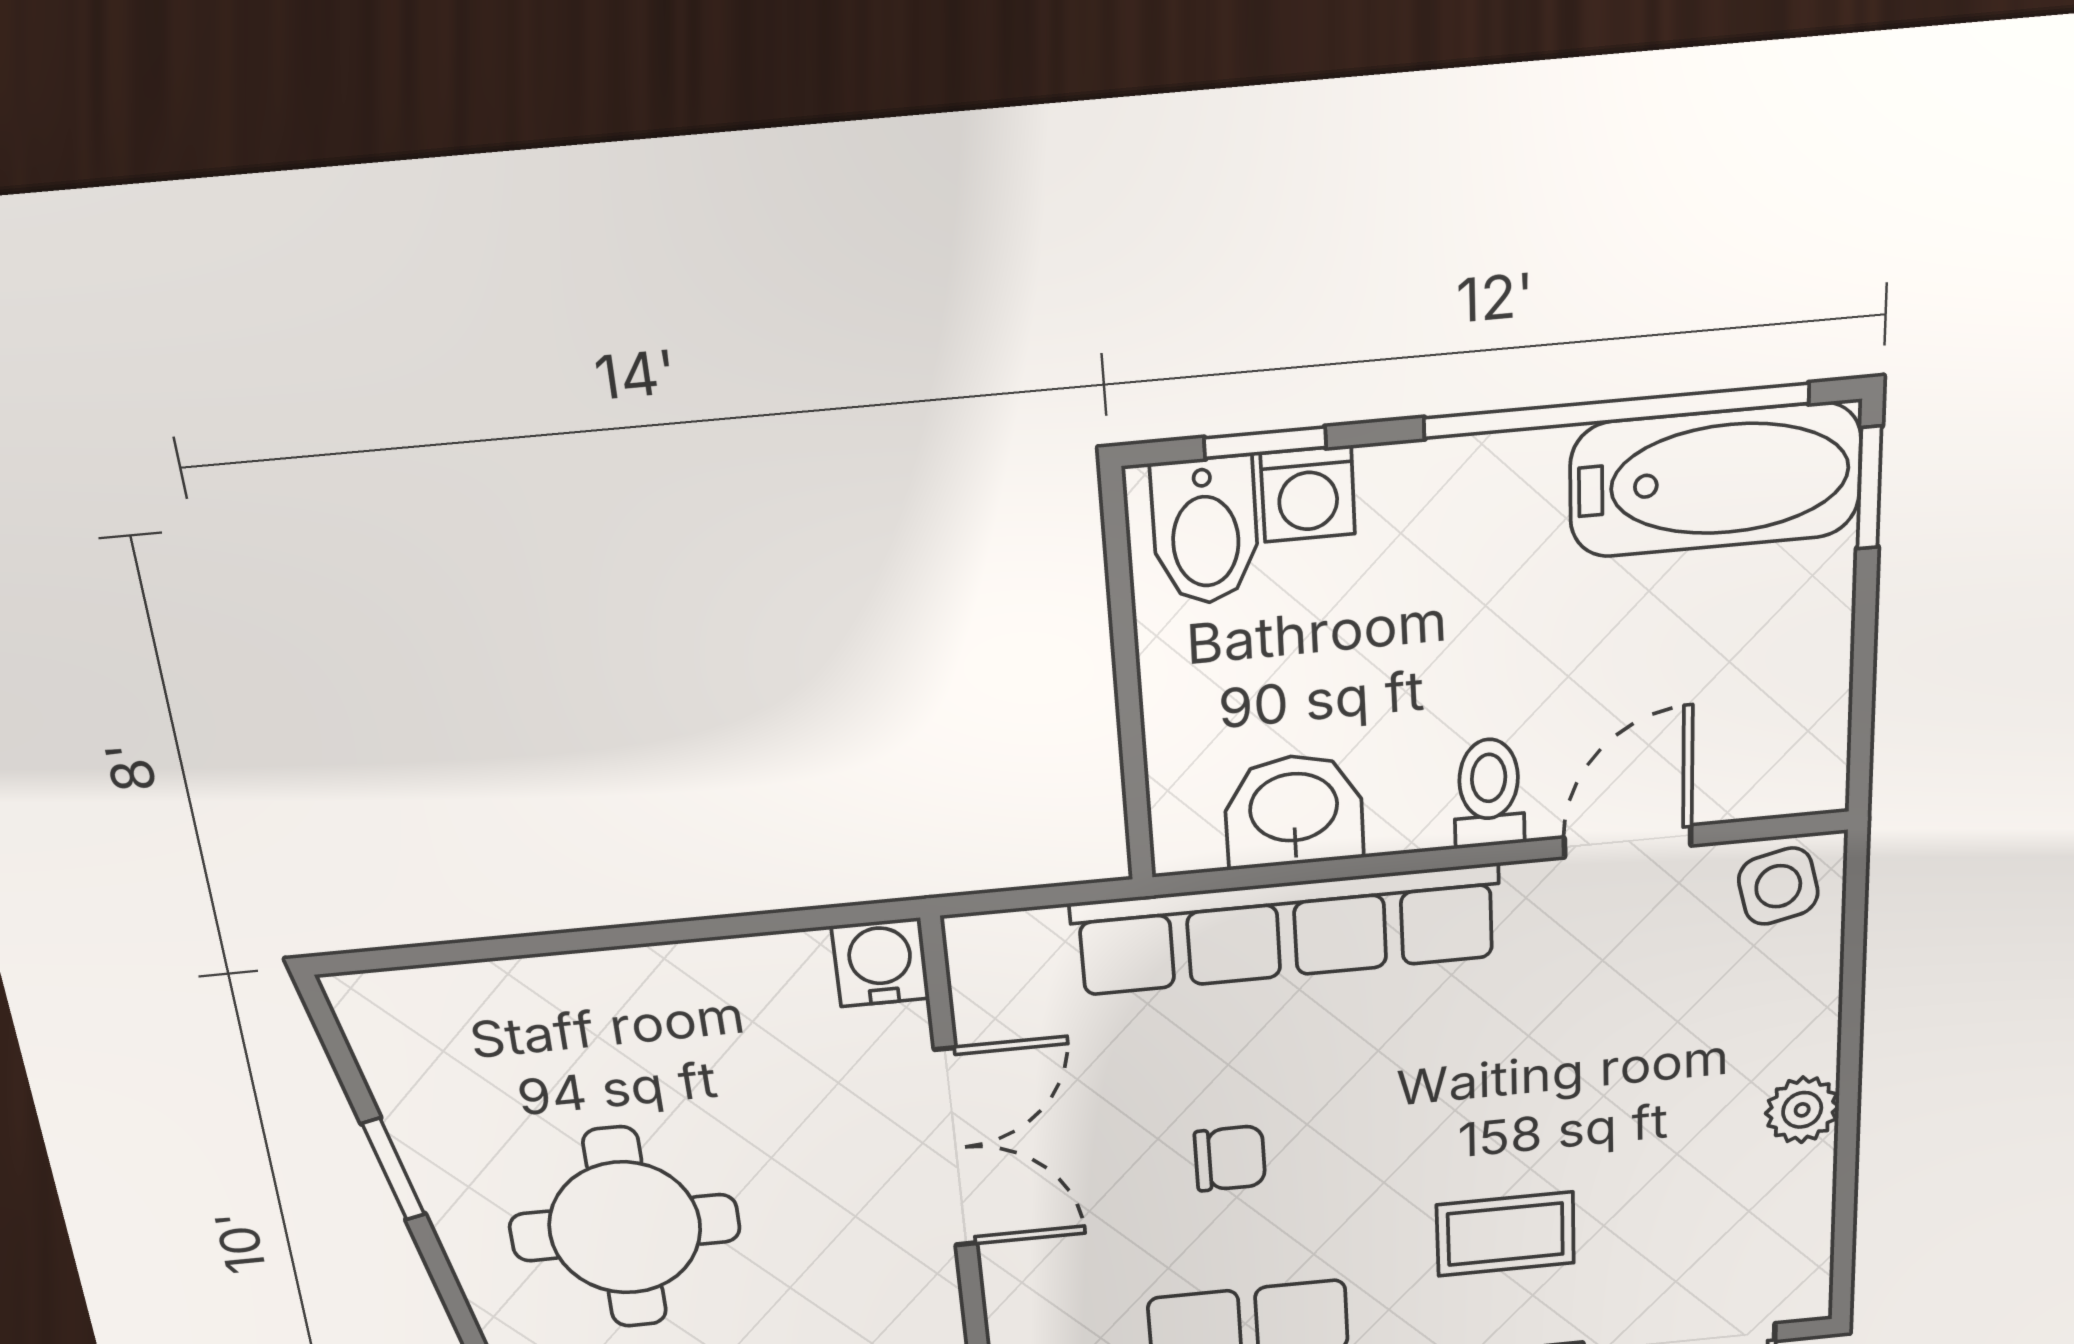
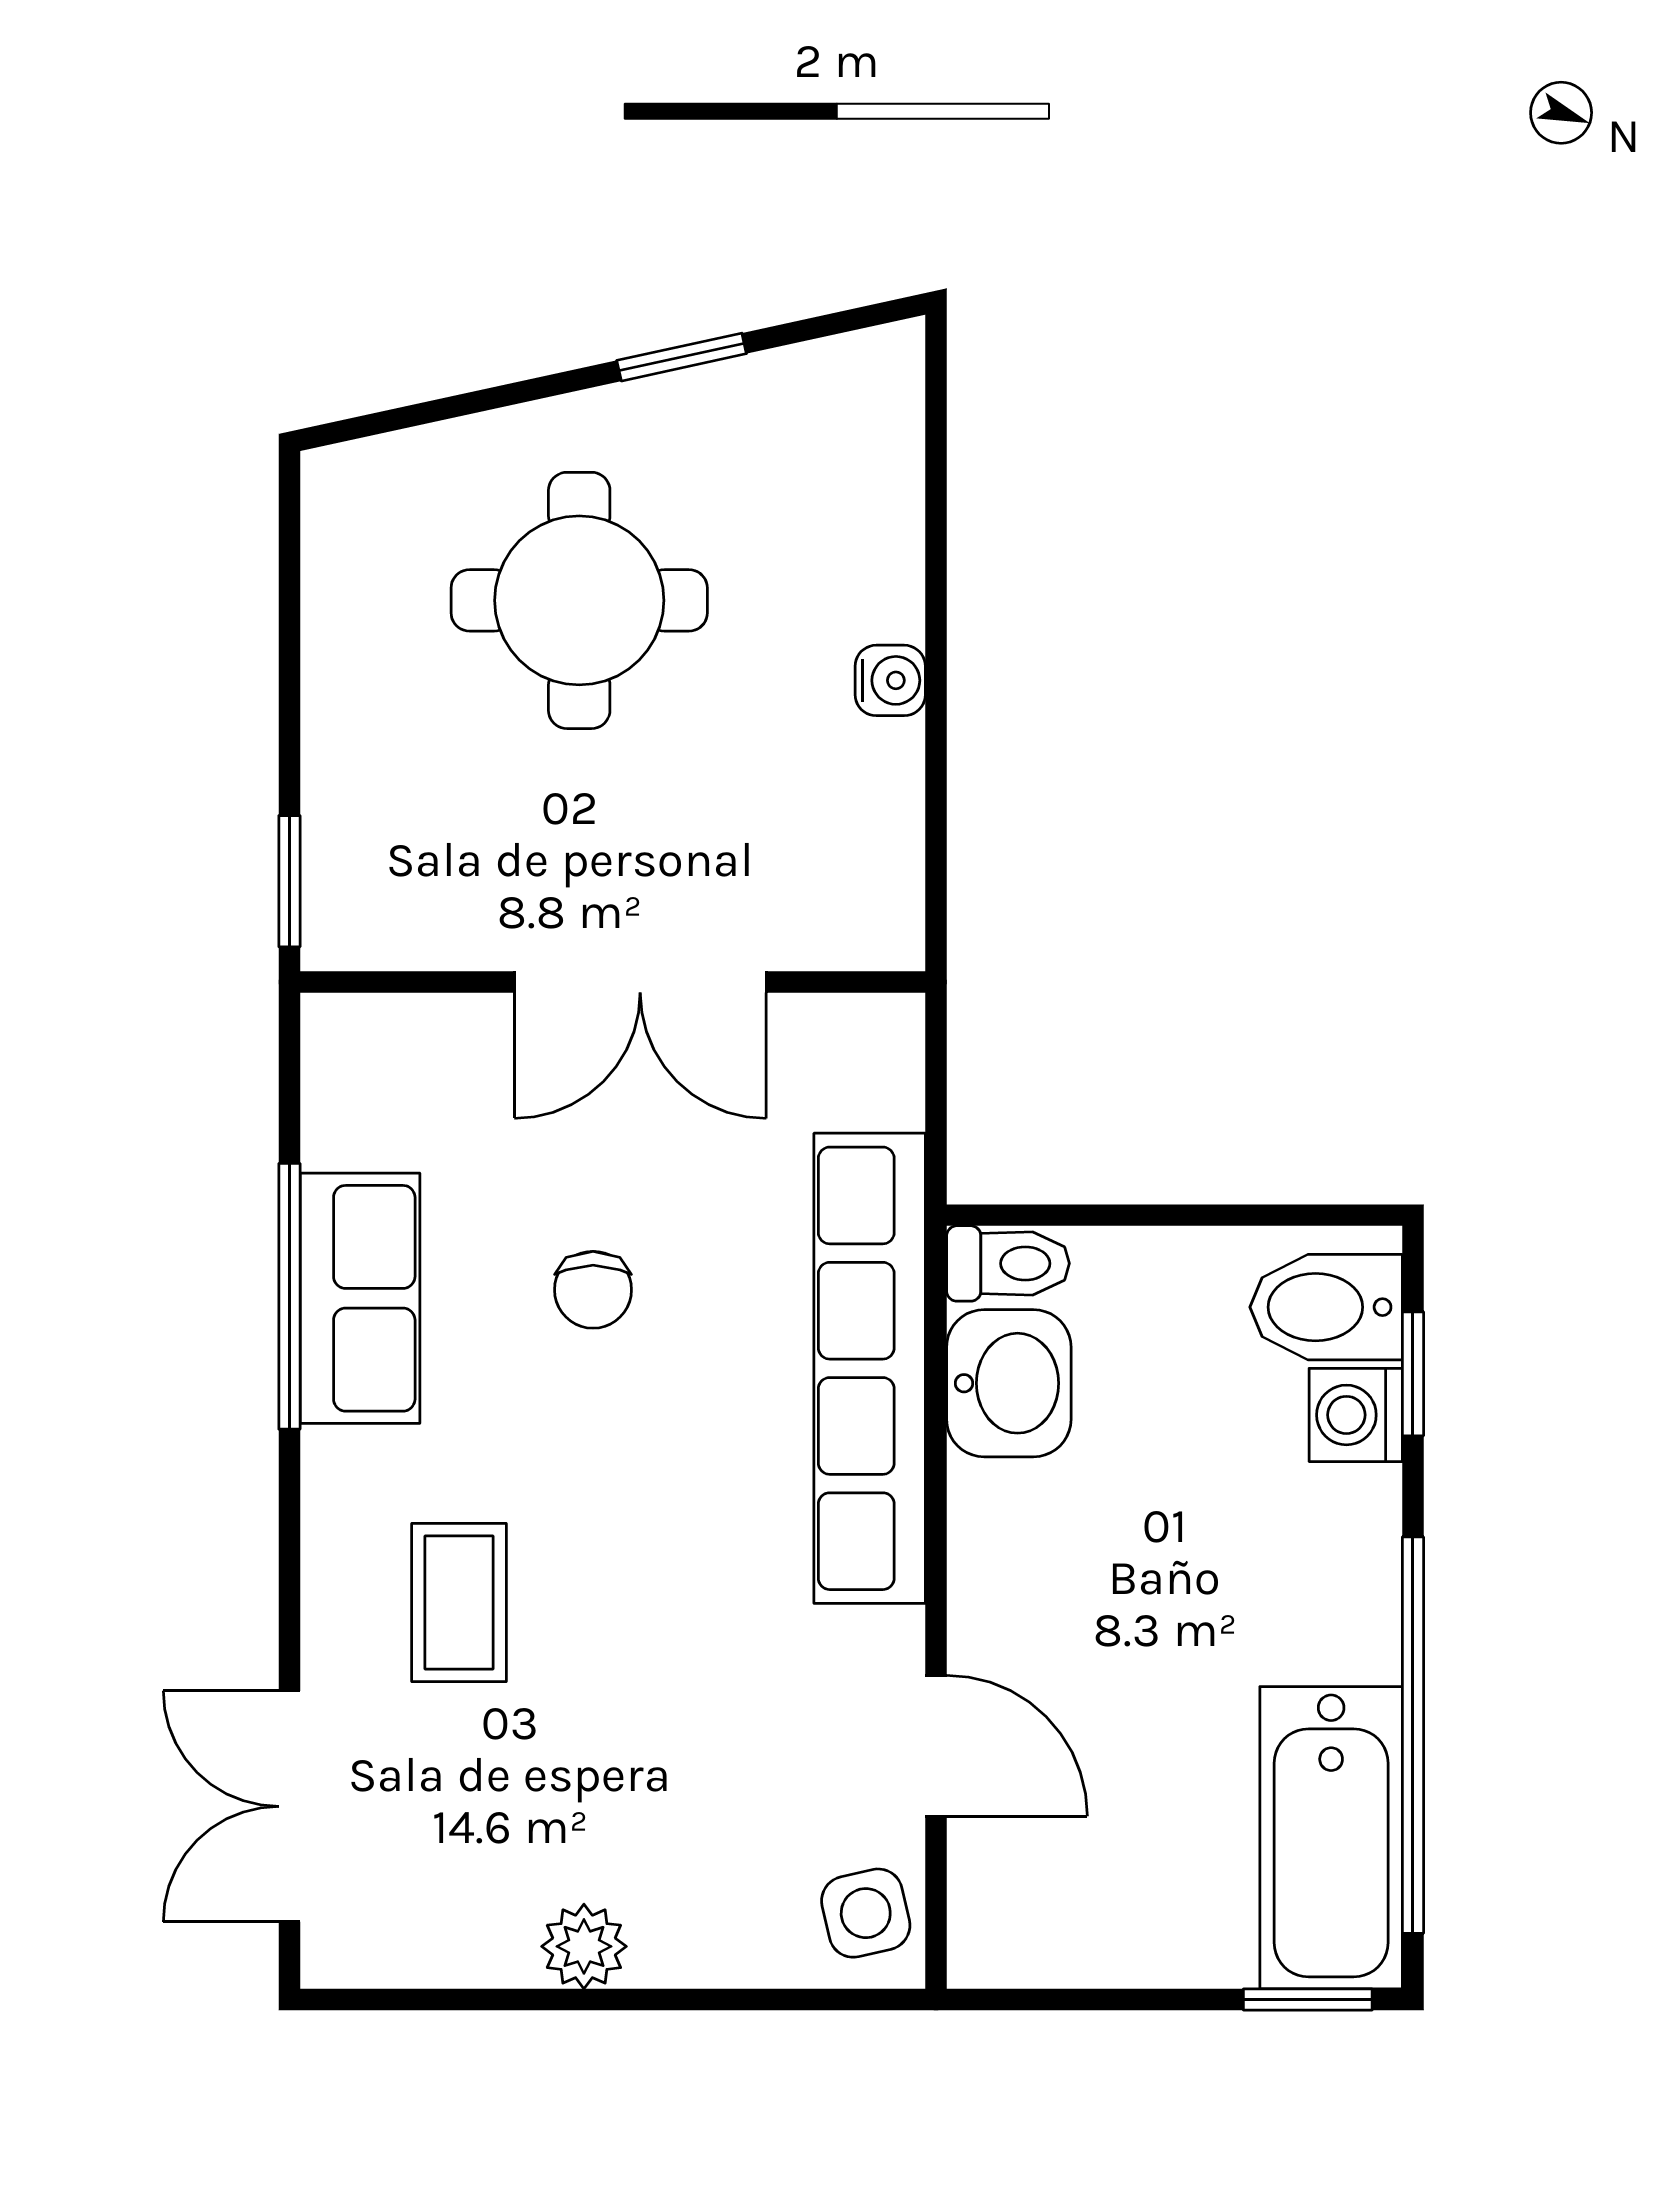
toilet: (1489, 793) -> (1008, 1263), moved
water cooler: (880, 962) -> (890, 680), moved, width x0.72, depth x0.72

